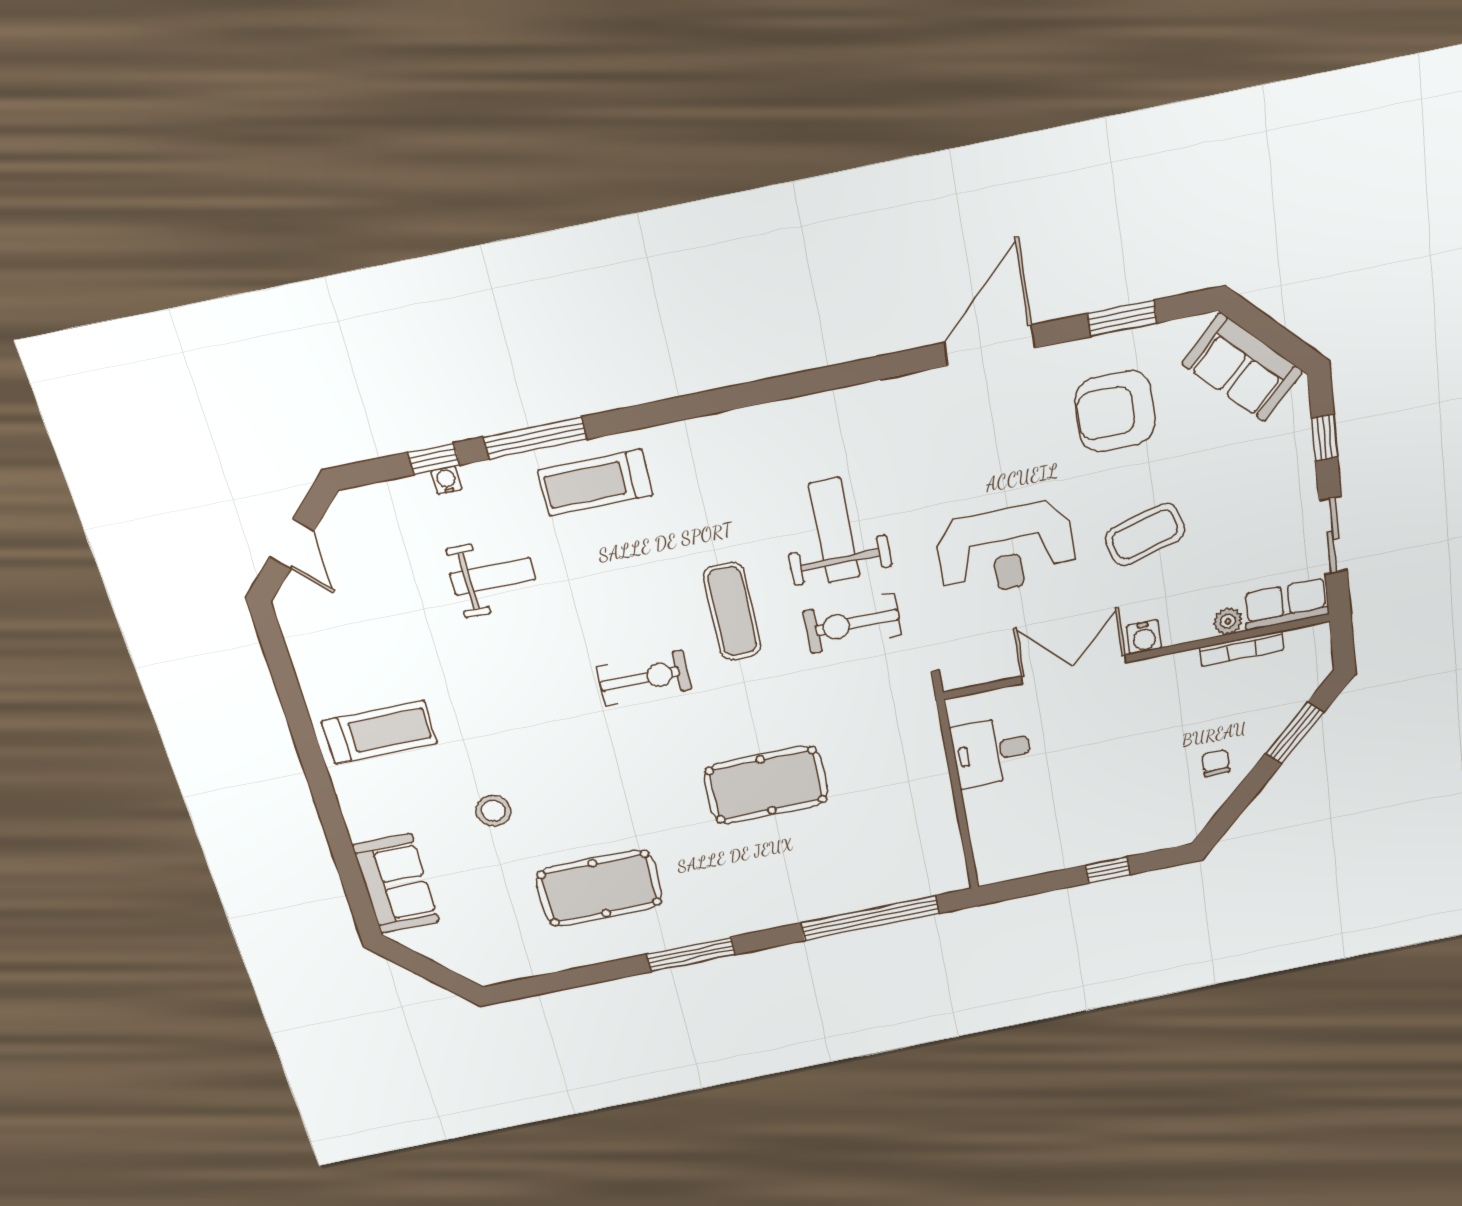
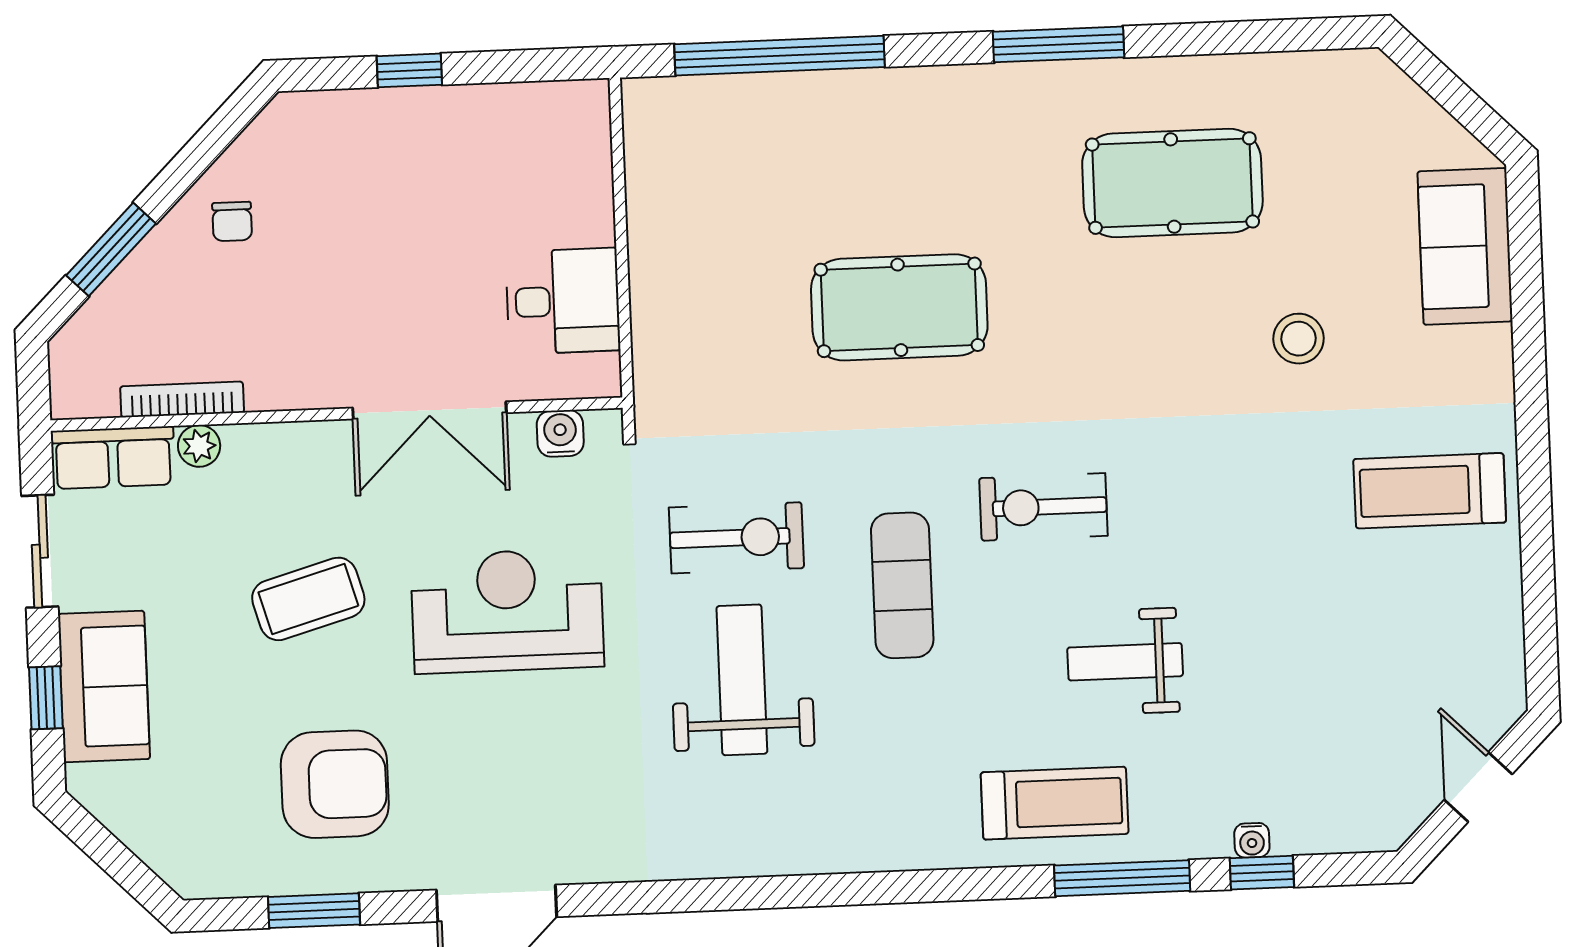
sofa: (1242, 367) -> (104, 686), moved, turned 45
weight bench: (834, 530) -> (742, 680), turned 180
weight bench: (493, 576) -> (1125, 662), moved
water cooler: (1144, 637) -> (560, 433), moved

